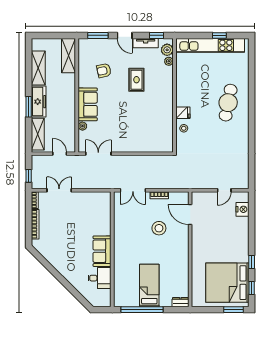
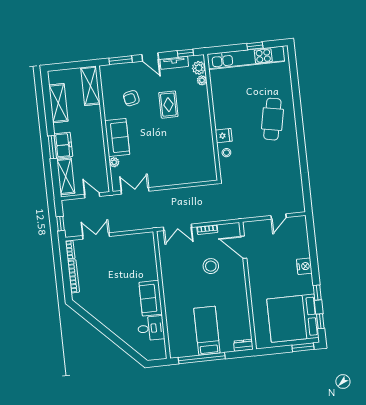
freezer: (39, 102) -> (63, 145), width x0.71
nightstand: (242, 209) -> (304, 266), moved

